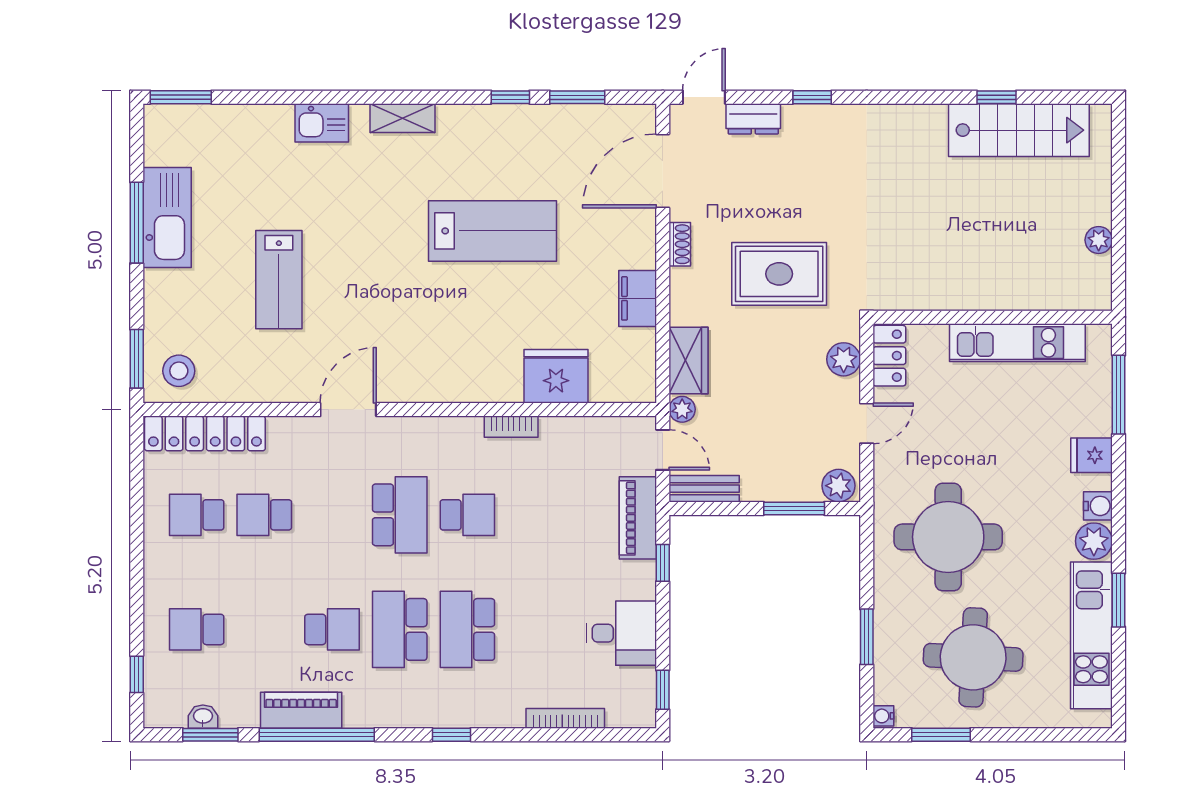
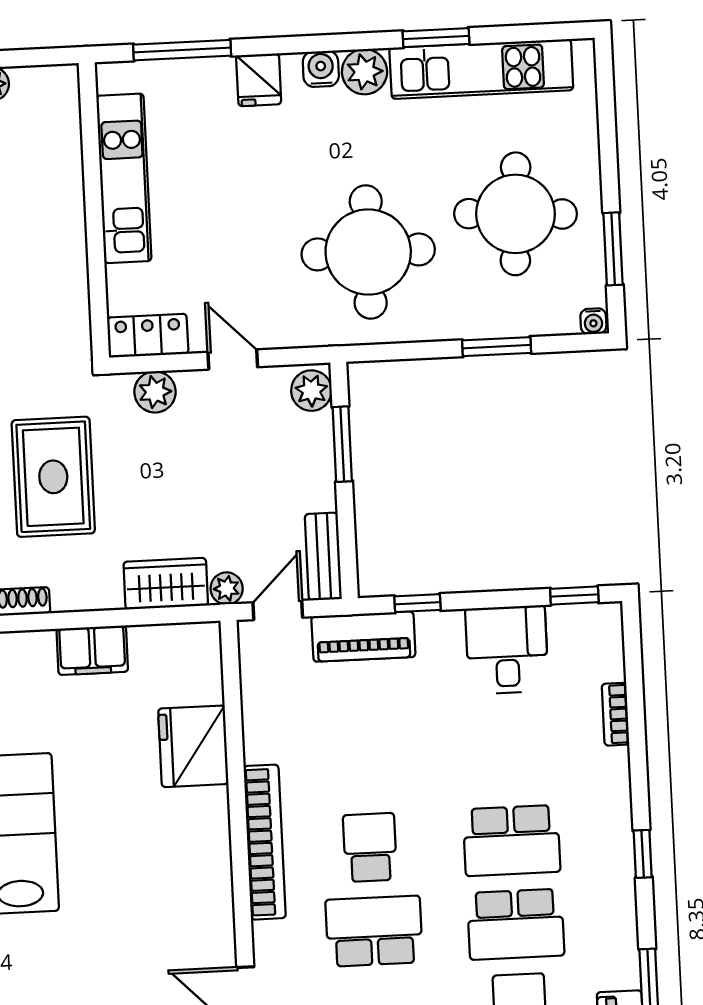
bookcase: (511, 427) -> (265, 842), width x2.31, depth x1.31
bookcase: (565, 718) -> (616, 714), width x0.64

